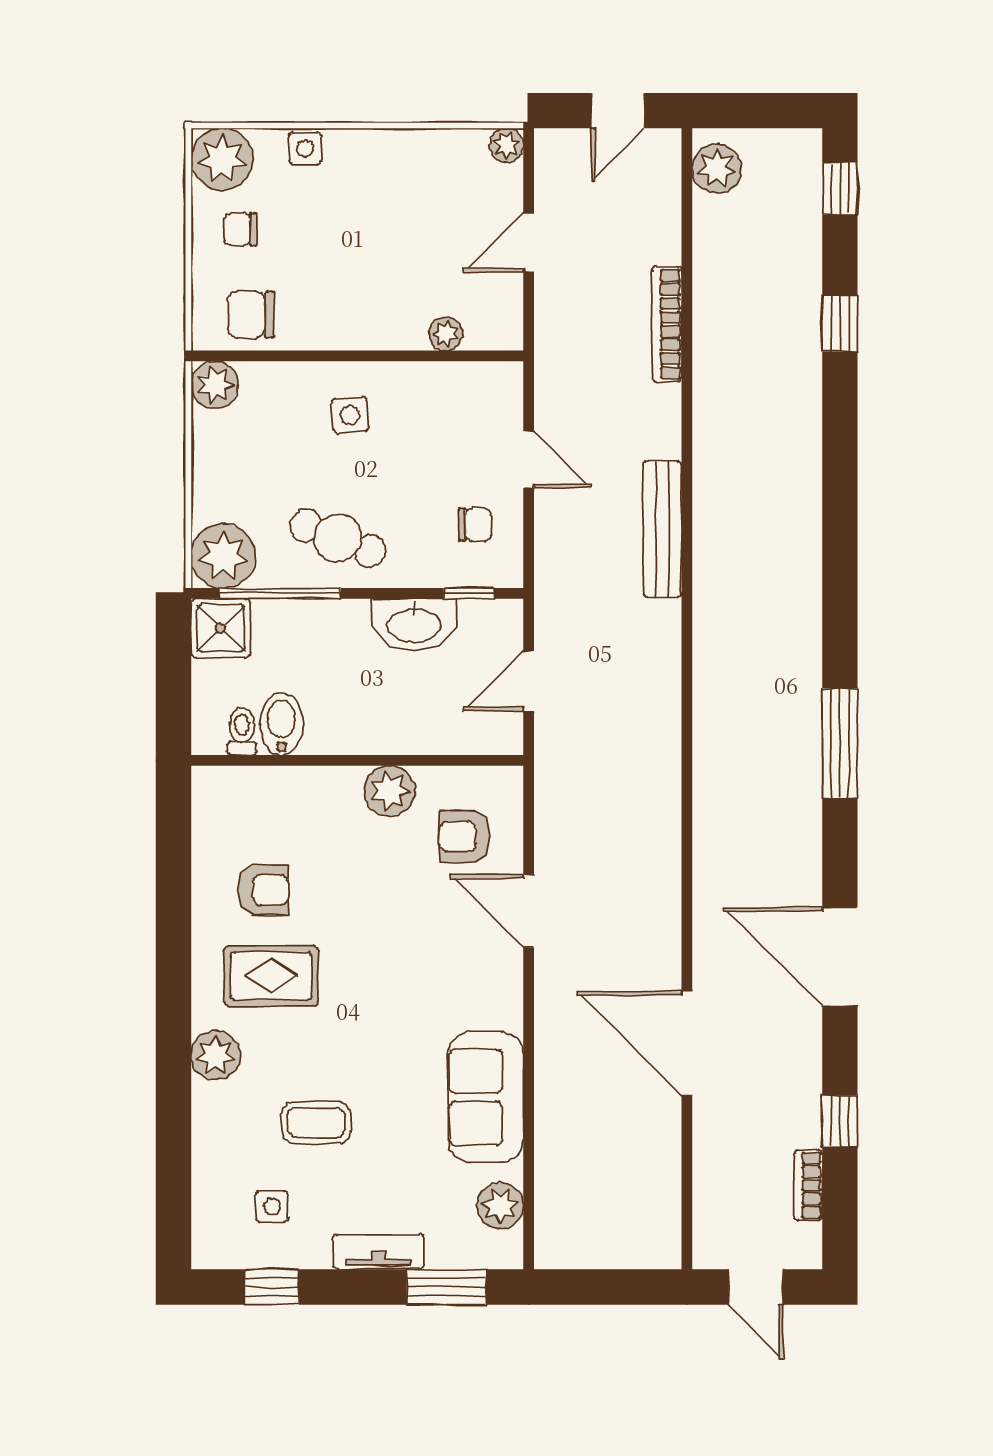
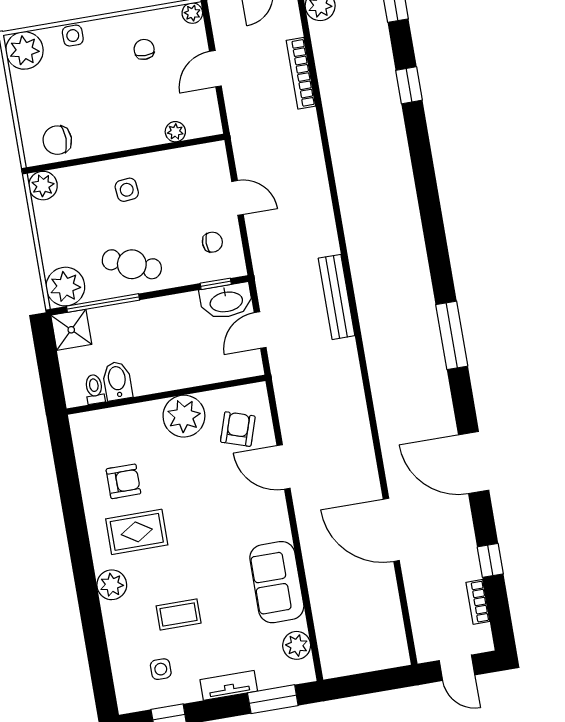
chair: (240, 229) -> (144, 49), moved, turned 90
bookcase: (667, 324) -> (301, 73), moved
bench: (662, 529) -> (336, 297), moved
washbasin: (414, 624) -> (226, 301), moved
plant: (390, 791) -> (184, 416), width x1.36, depth x1.36
armchair: (465, 836) -> (238, 429), turned 108

